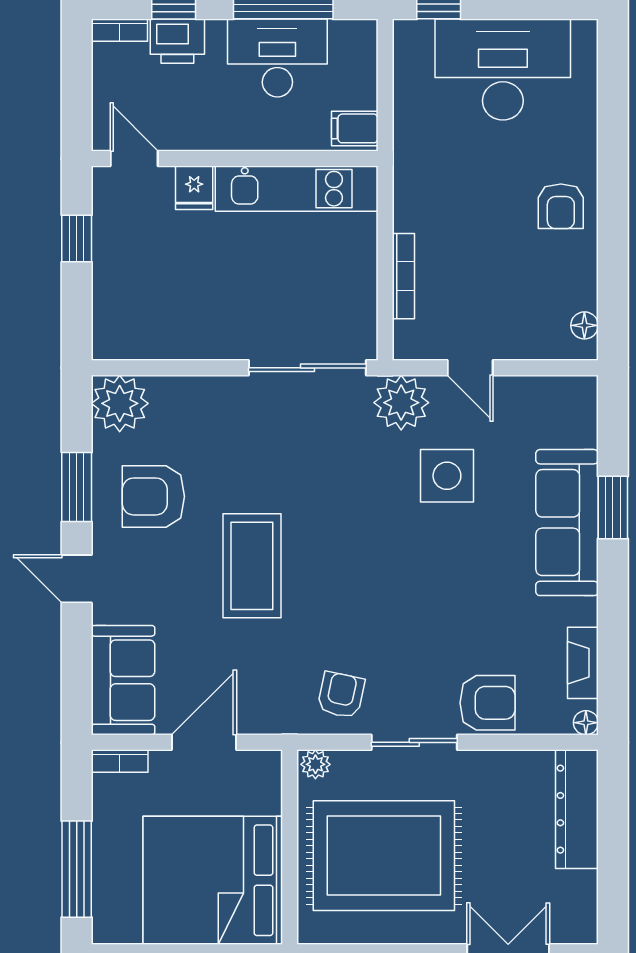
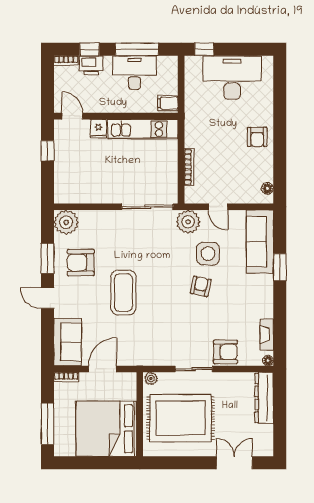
sofa: (567, 523) -> (260, 242), moved
armchair: (341, 695) -> (201, 286), moved

